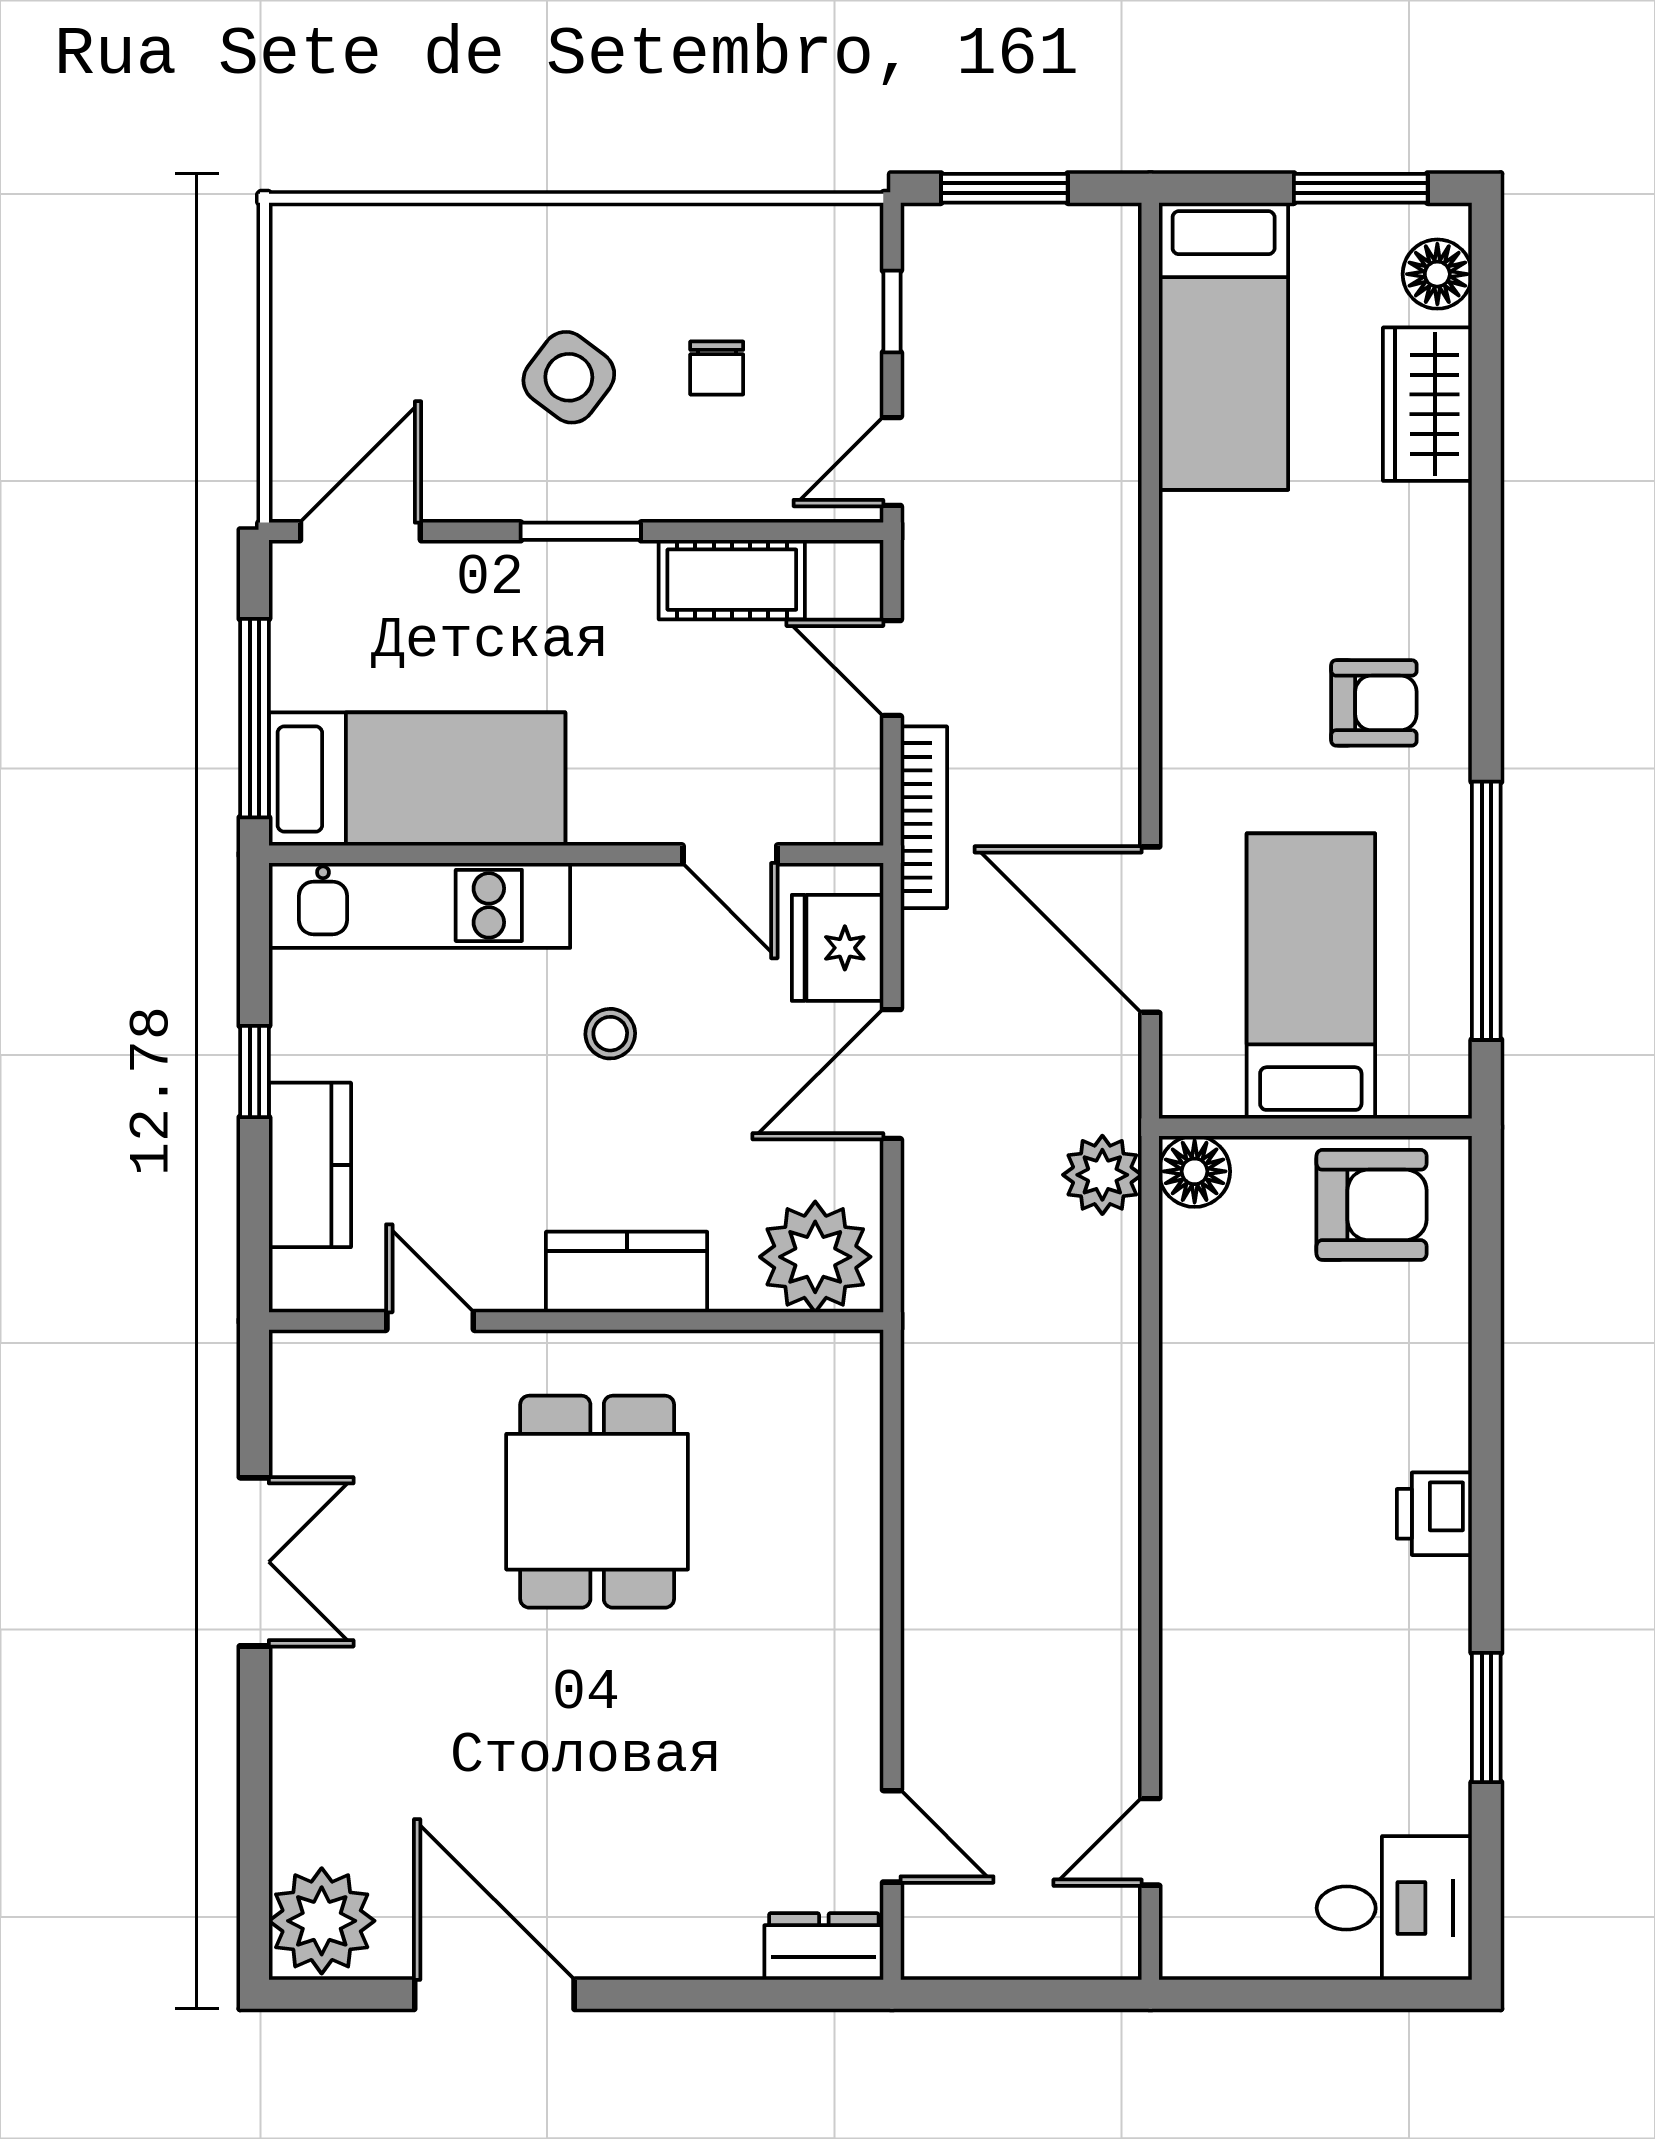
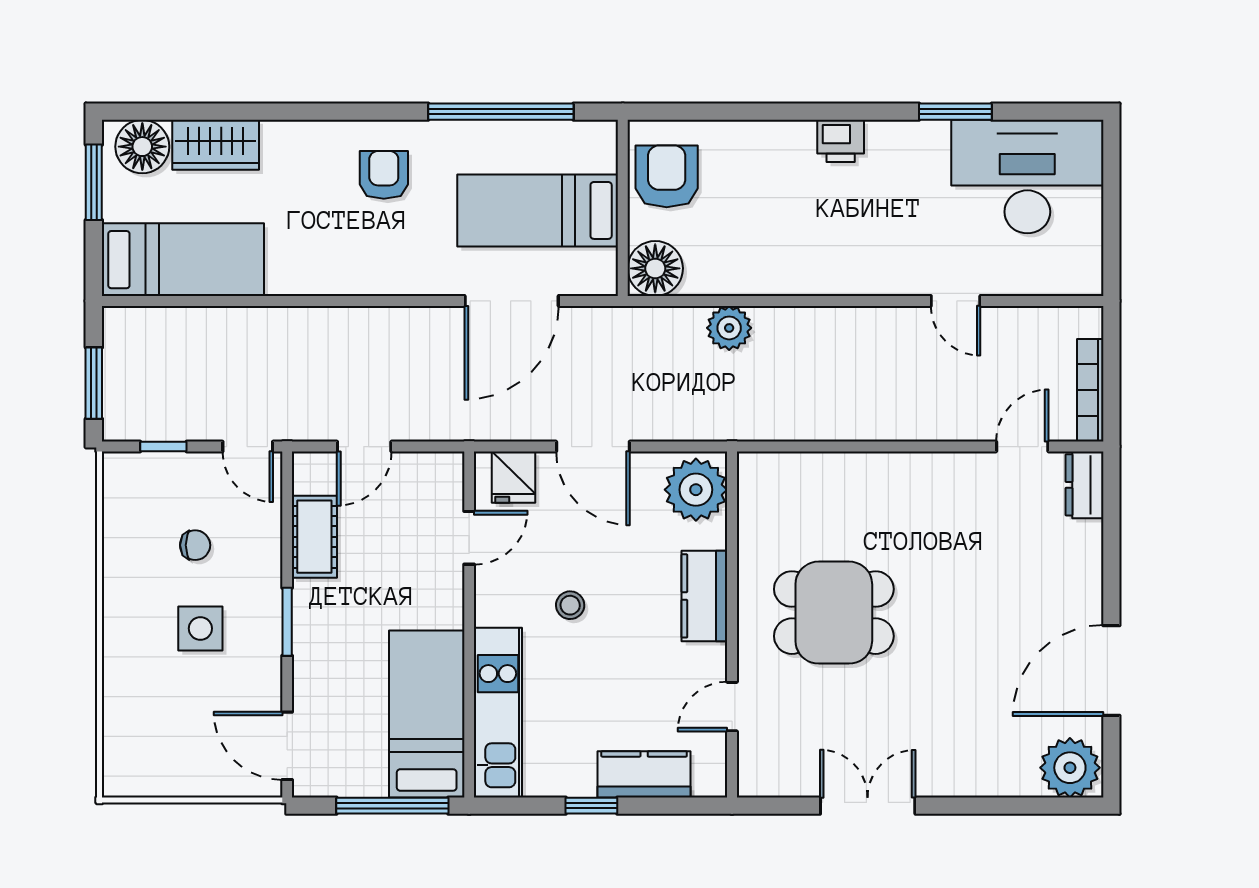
floor lamp: (1437, 274) -> (142, 147), width x1.38, depth x1.38
side table: (569, 377) -> (200, 628), turned -37
bookcase: (924, 817) -> (1090, 390), moved, turned -90
fridge: (838, 948) -> (514, 477), width x0.72
floor lamp: (1195, 1171) -> (655, 268), width x1.38, depth x1.38
plant: (1102, 1175) -> (729, 328), moved
door: (1150, 1842) -> (956, 301), moved
desk: (1394, 1908) -> (1027, 177), width x1.87, depth x1.30

